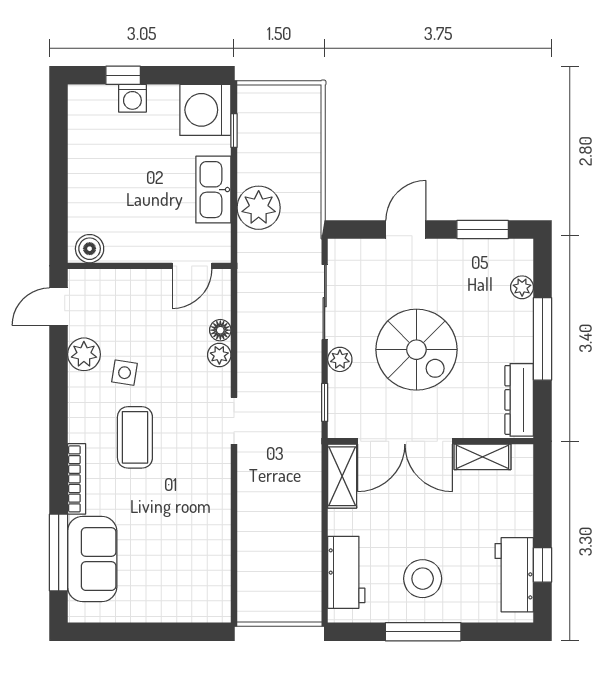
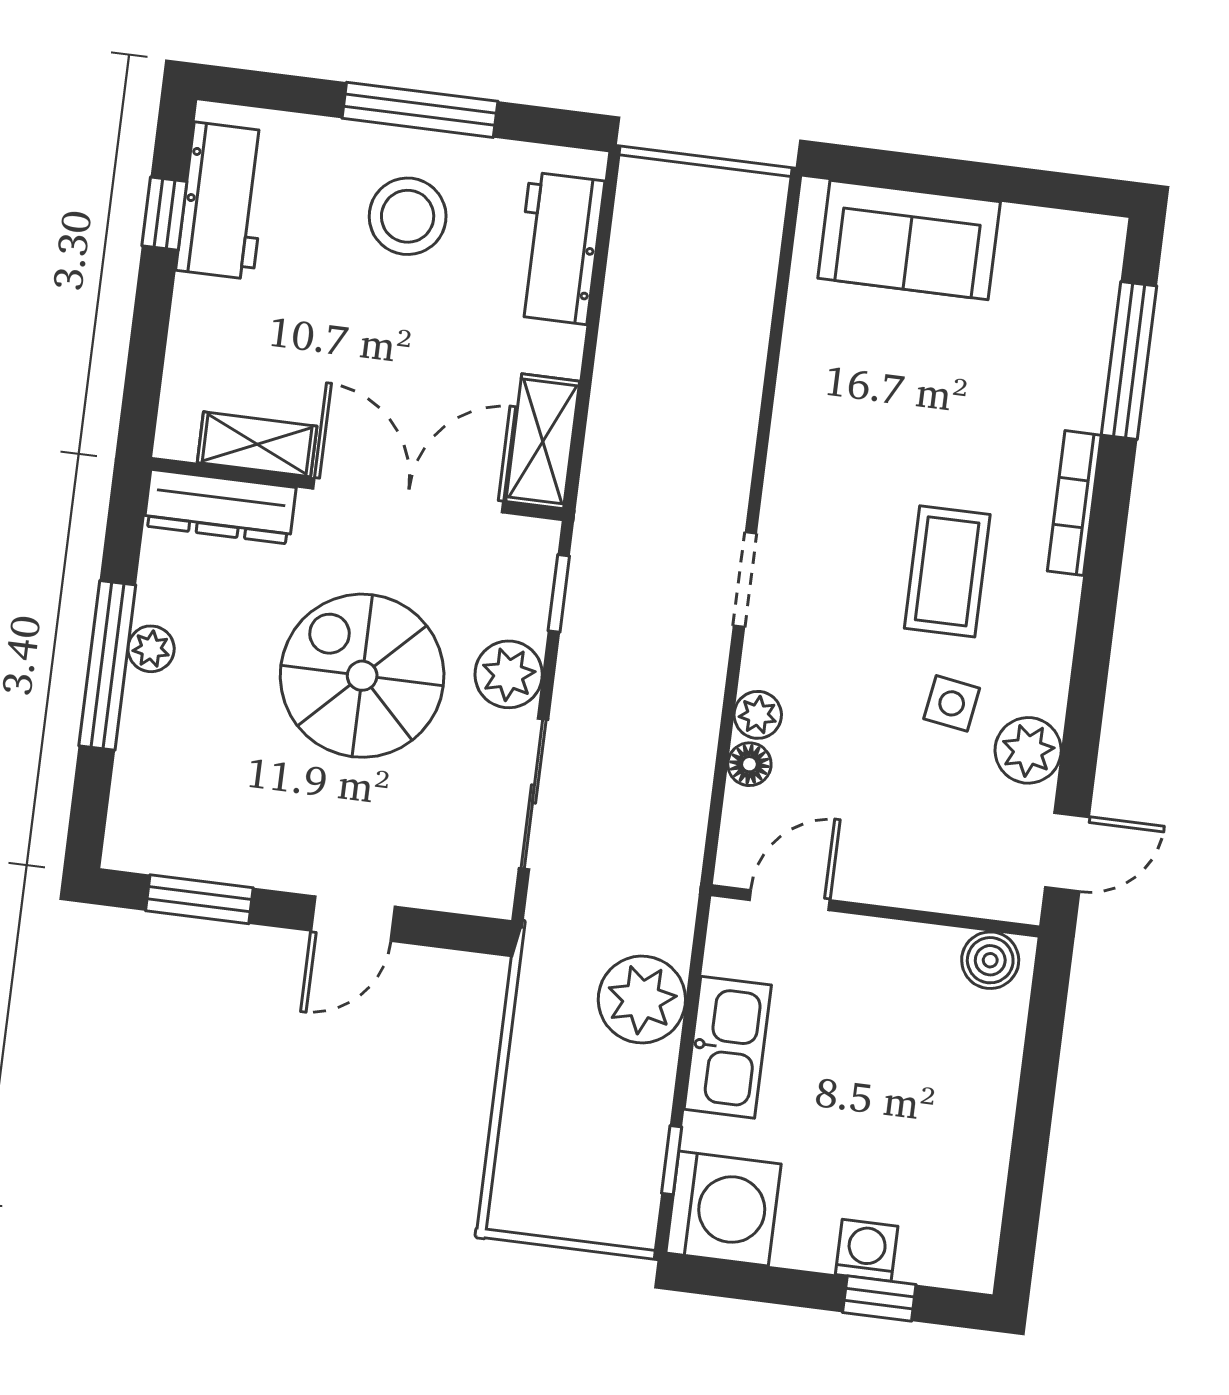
plant: (522, 287) -> (151, 649), moved
plant: (340, 359) -> (509, 674), width x1.38, depth x1.38
dresser: (519, 400) -> (220, 507), moved, turned 90
sofa: (92, 559) -> (909, 240), moved, turned -90

